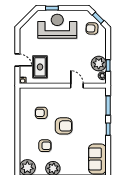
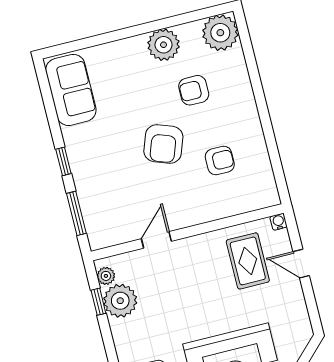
door: (77, 86) -> (156, 240), swing flipped
armchair: (64, 126) -> (163, 144), turned -70

